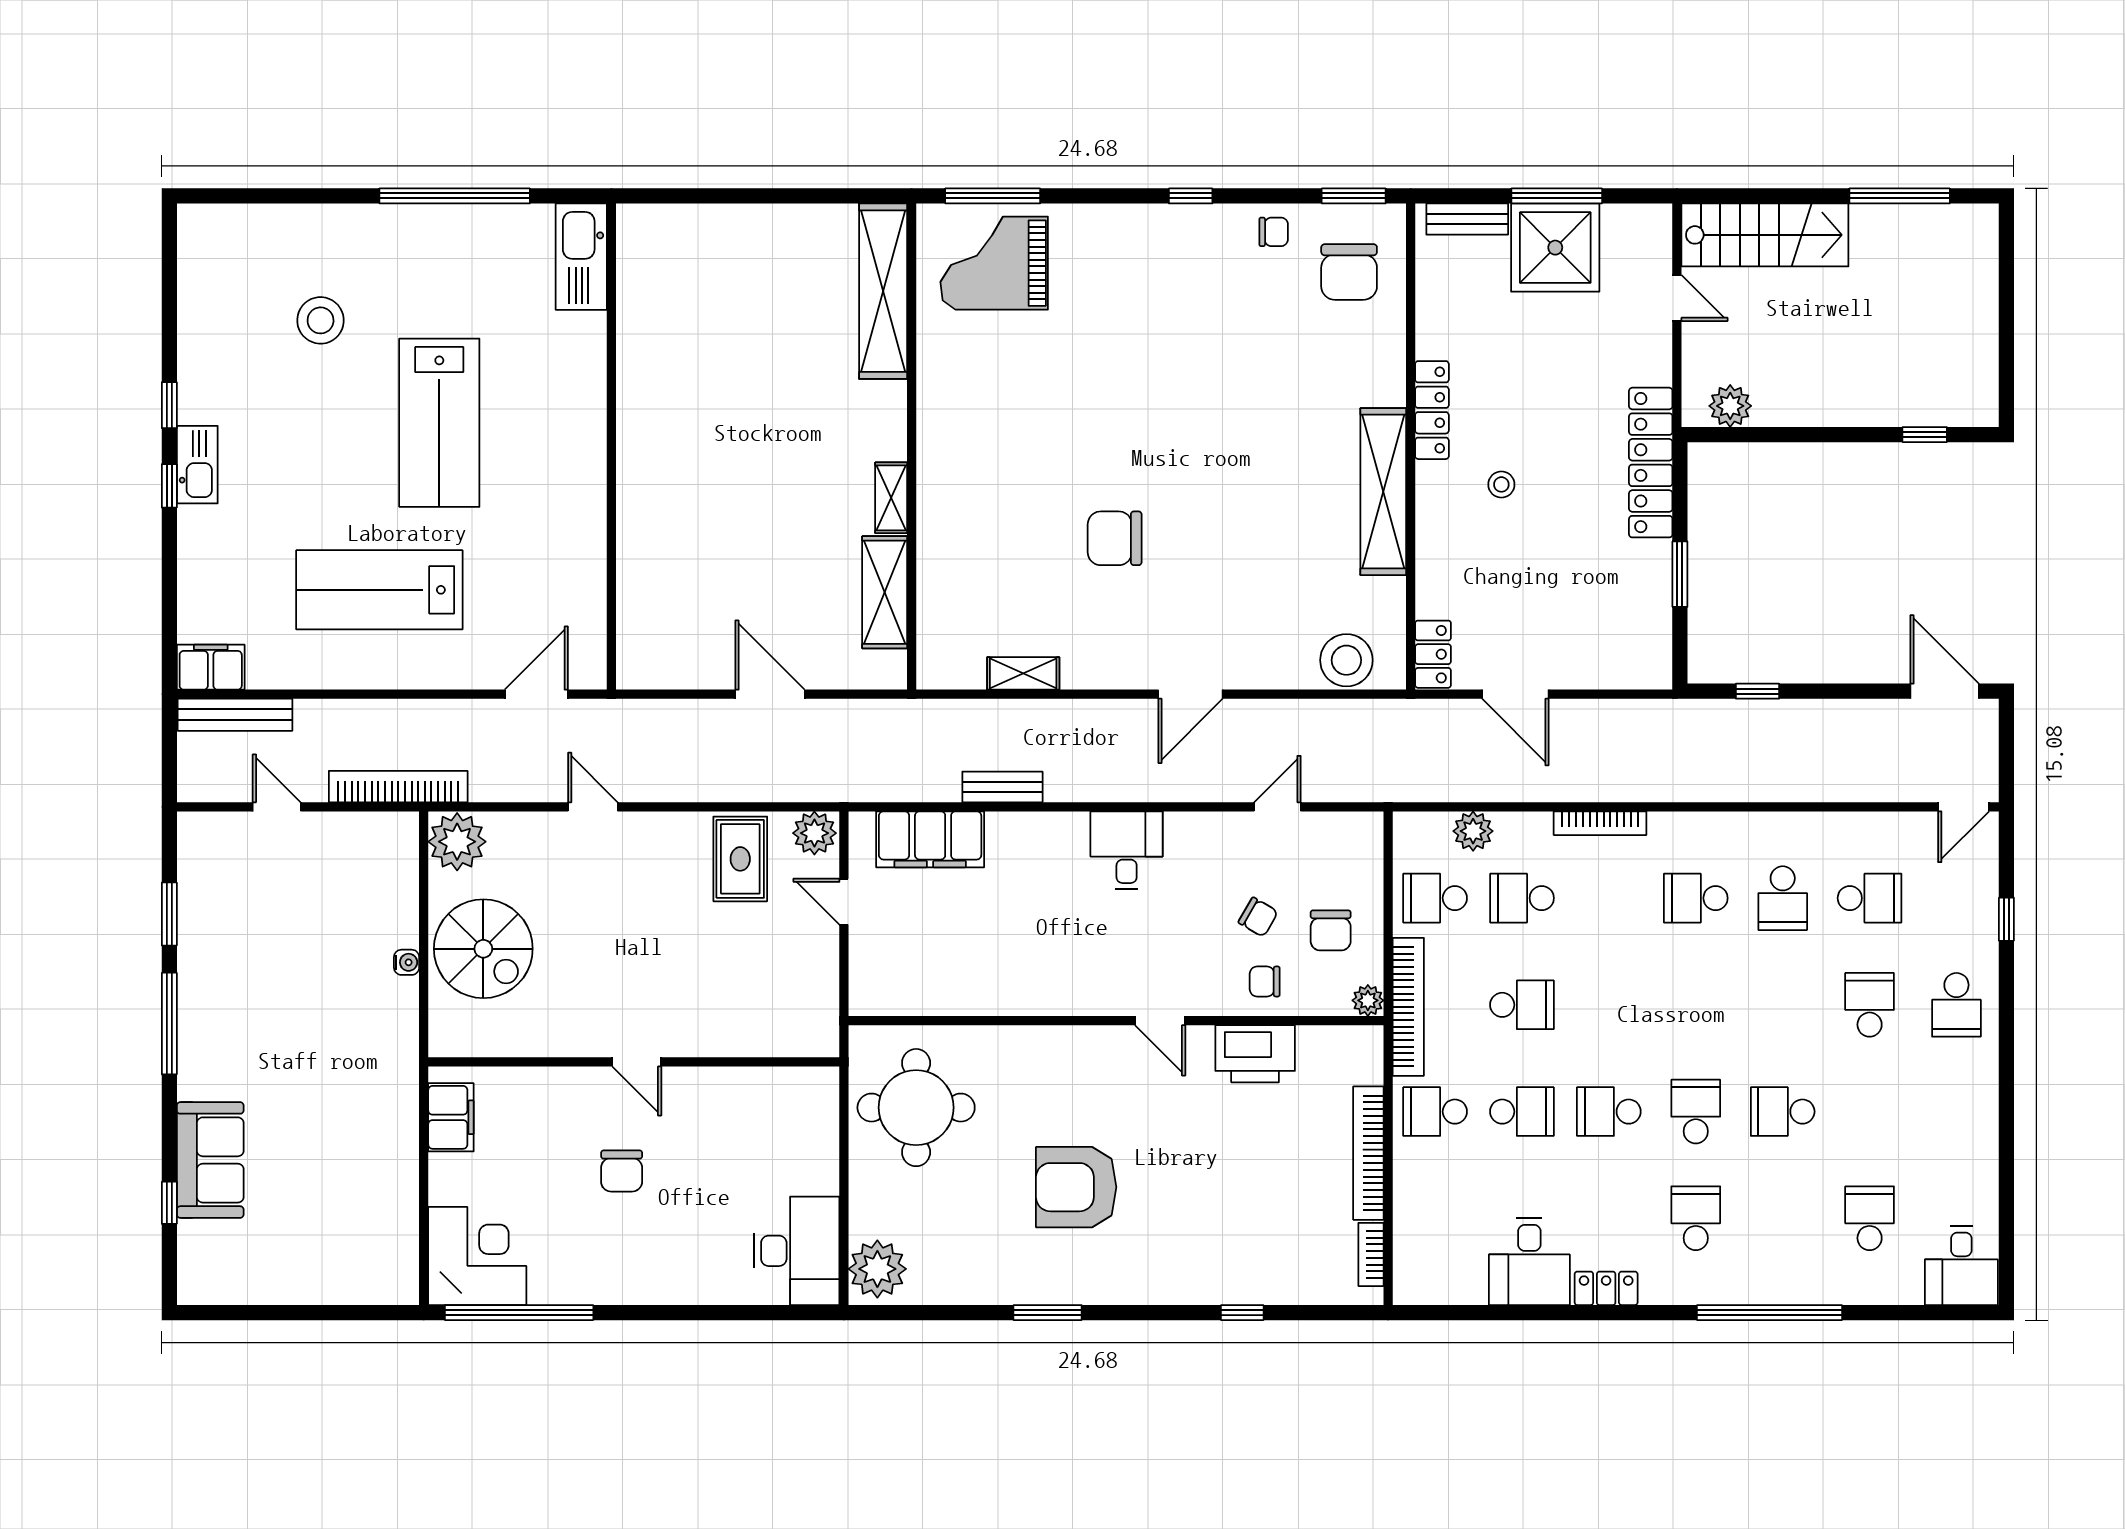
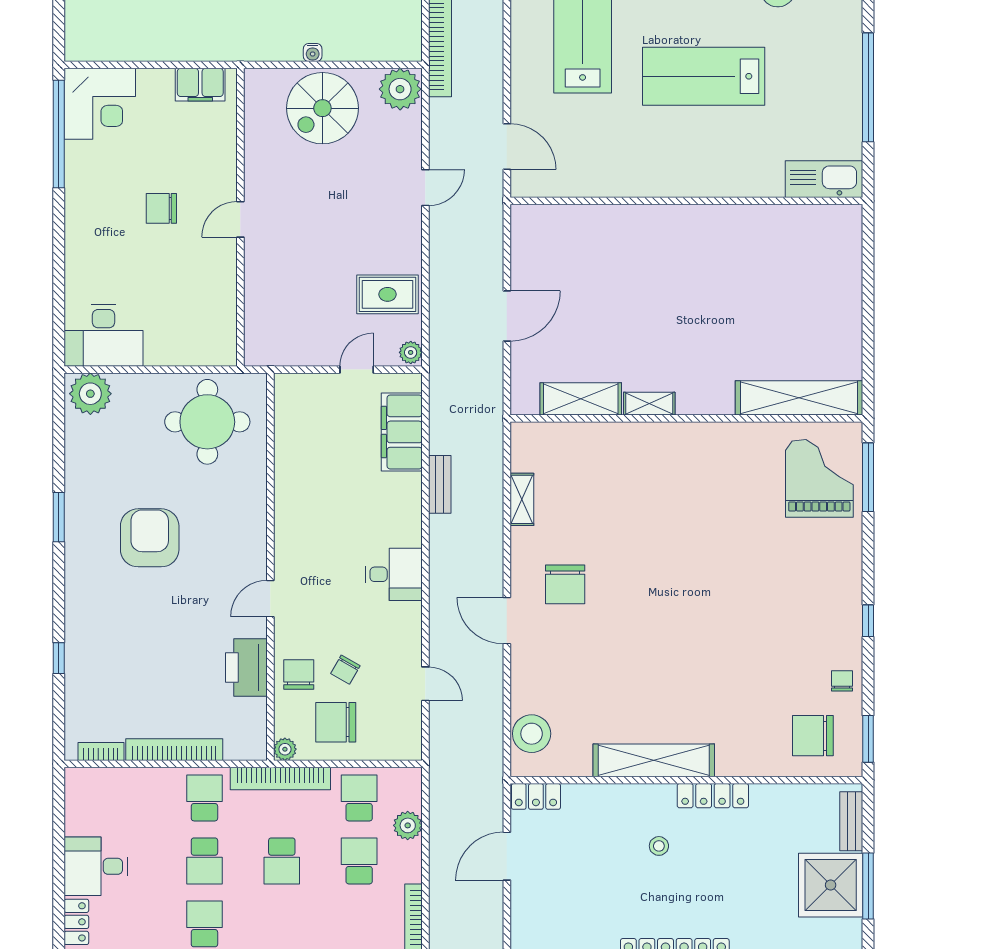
chair: (1274, 232) -> (842, 681), turned 180
chair: (1115, 538) -> (565, 584), moved, turned 180
plant: (814, 833) -> (411, 352), width x0.73, depth x0.73
chair: (1331, 930) -> (336, 722), width x1.37, depth x1.37
chair: (1265, 981) -> (299, 674), width x1.37, depth x1.37

